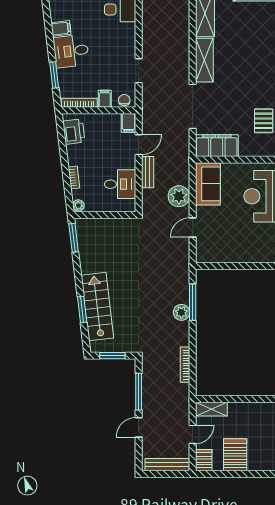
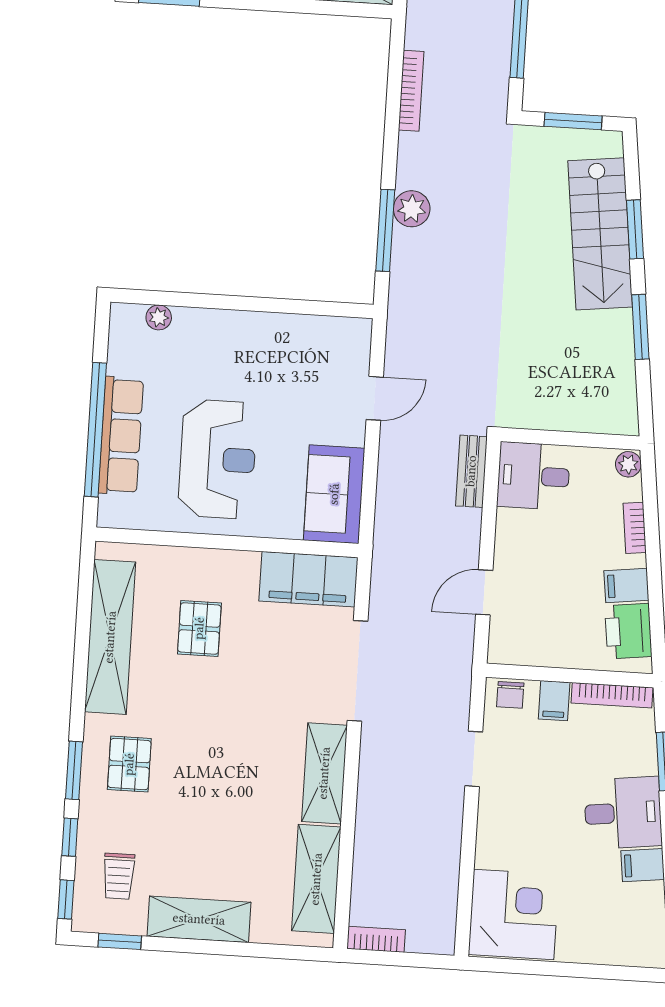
filing cabinet: (128, 123) -> (626, 586), moved, turned -97
bench: (148, 172) -> (471, 471), moved
desk: (120, 184) -> (534, 476), moved
plant: (179, 196) -> (401, 471), removed
window: (74, 238) -> (640, 327), moved

